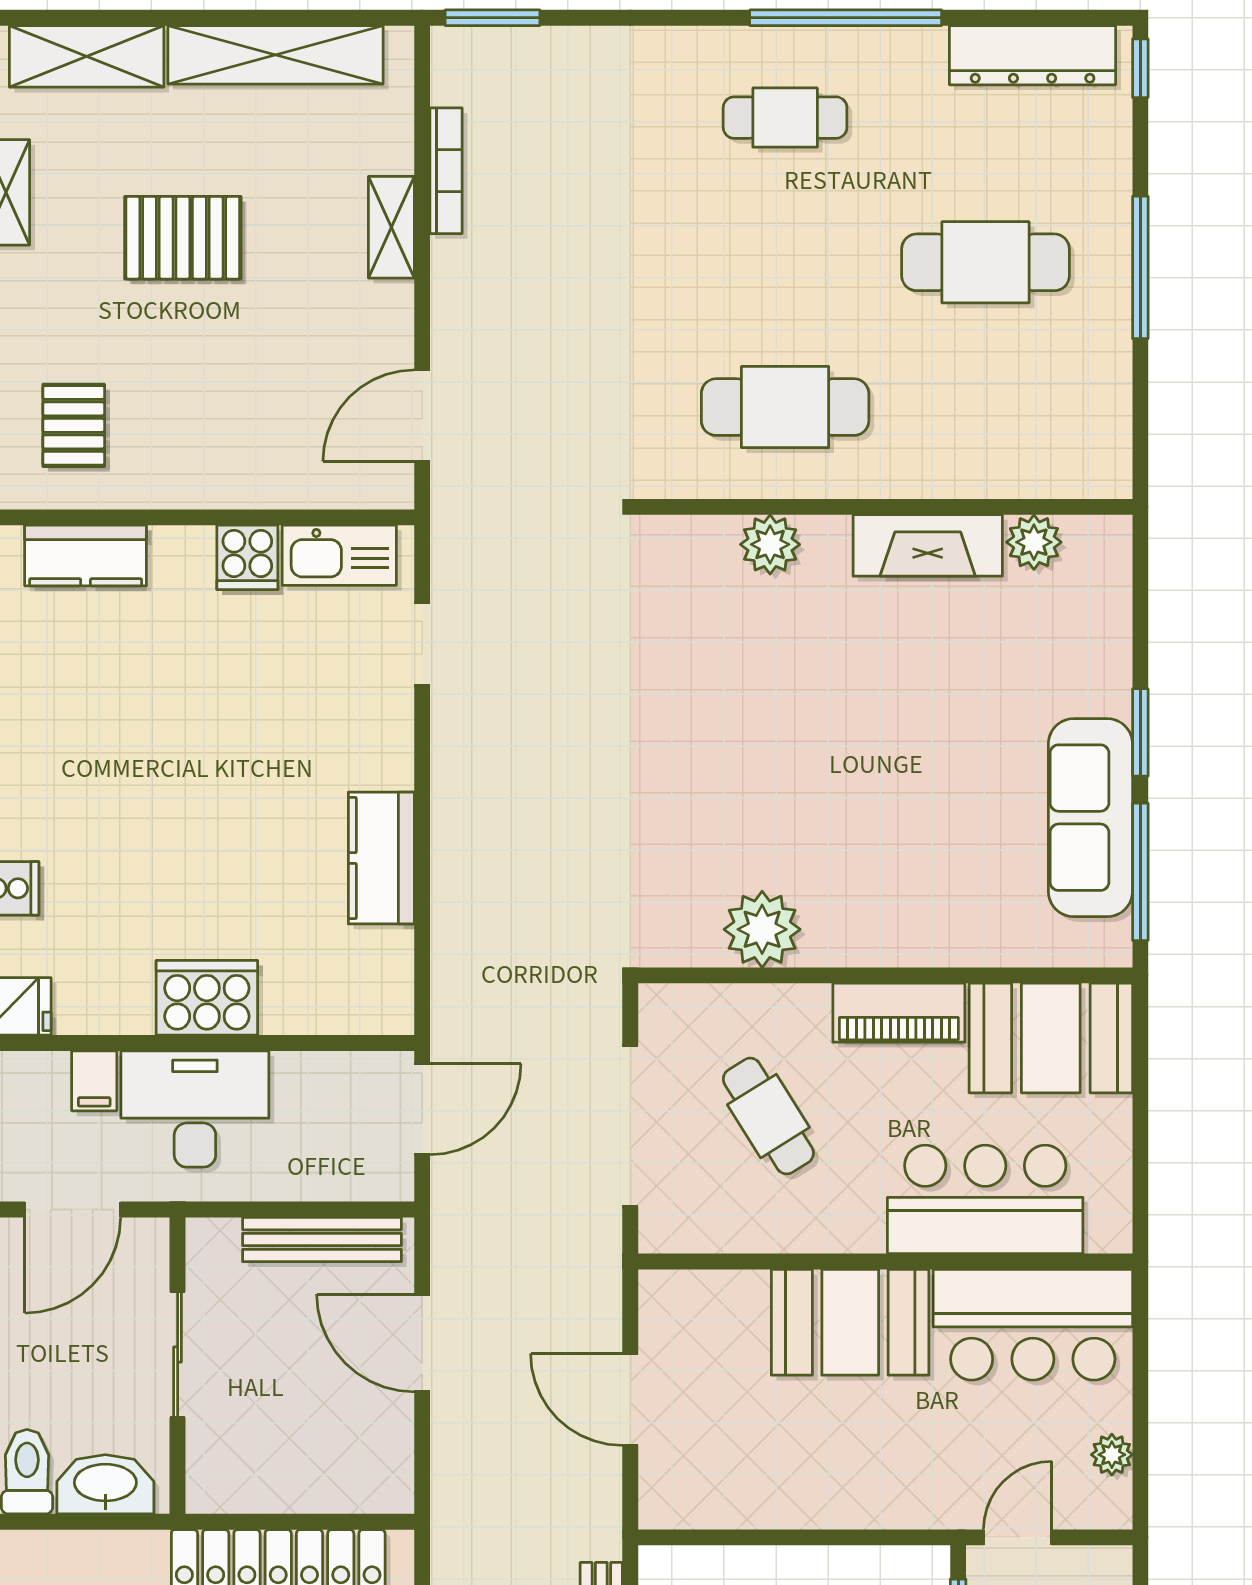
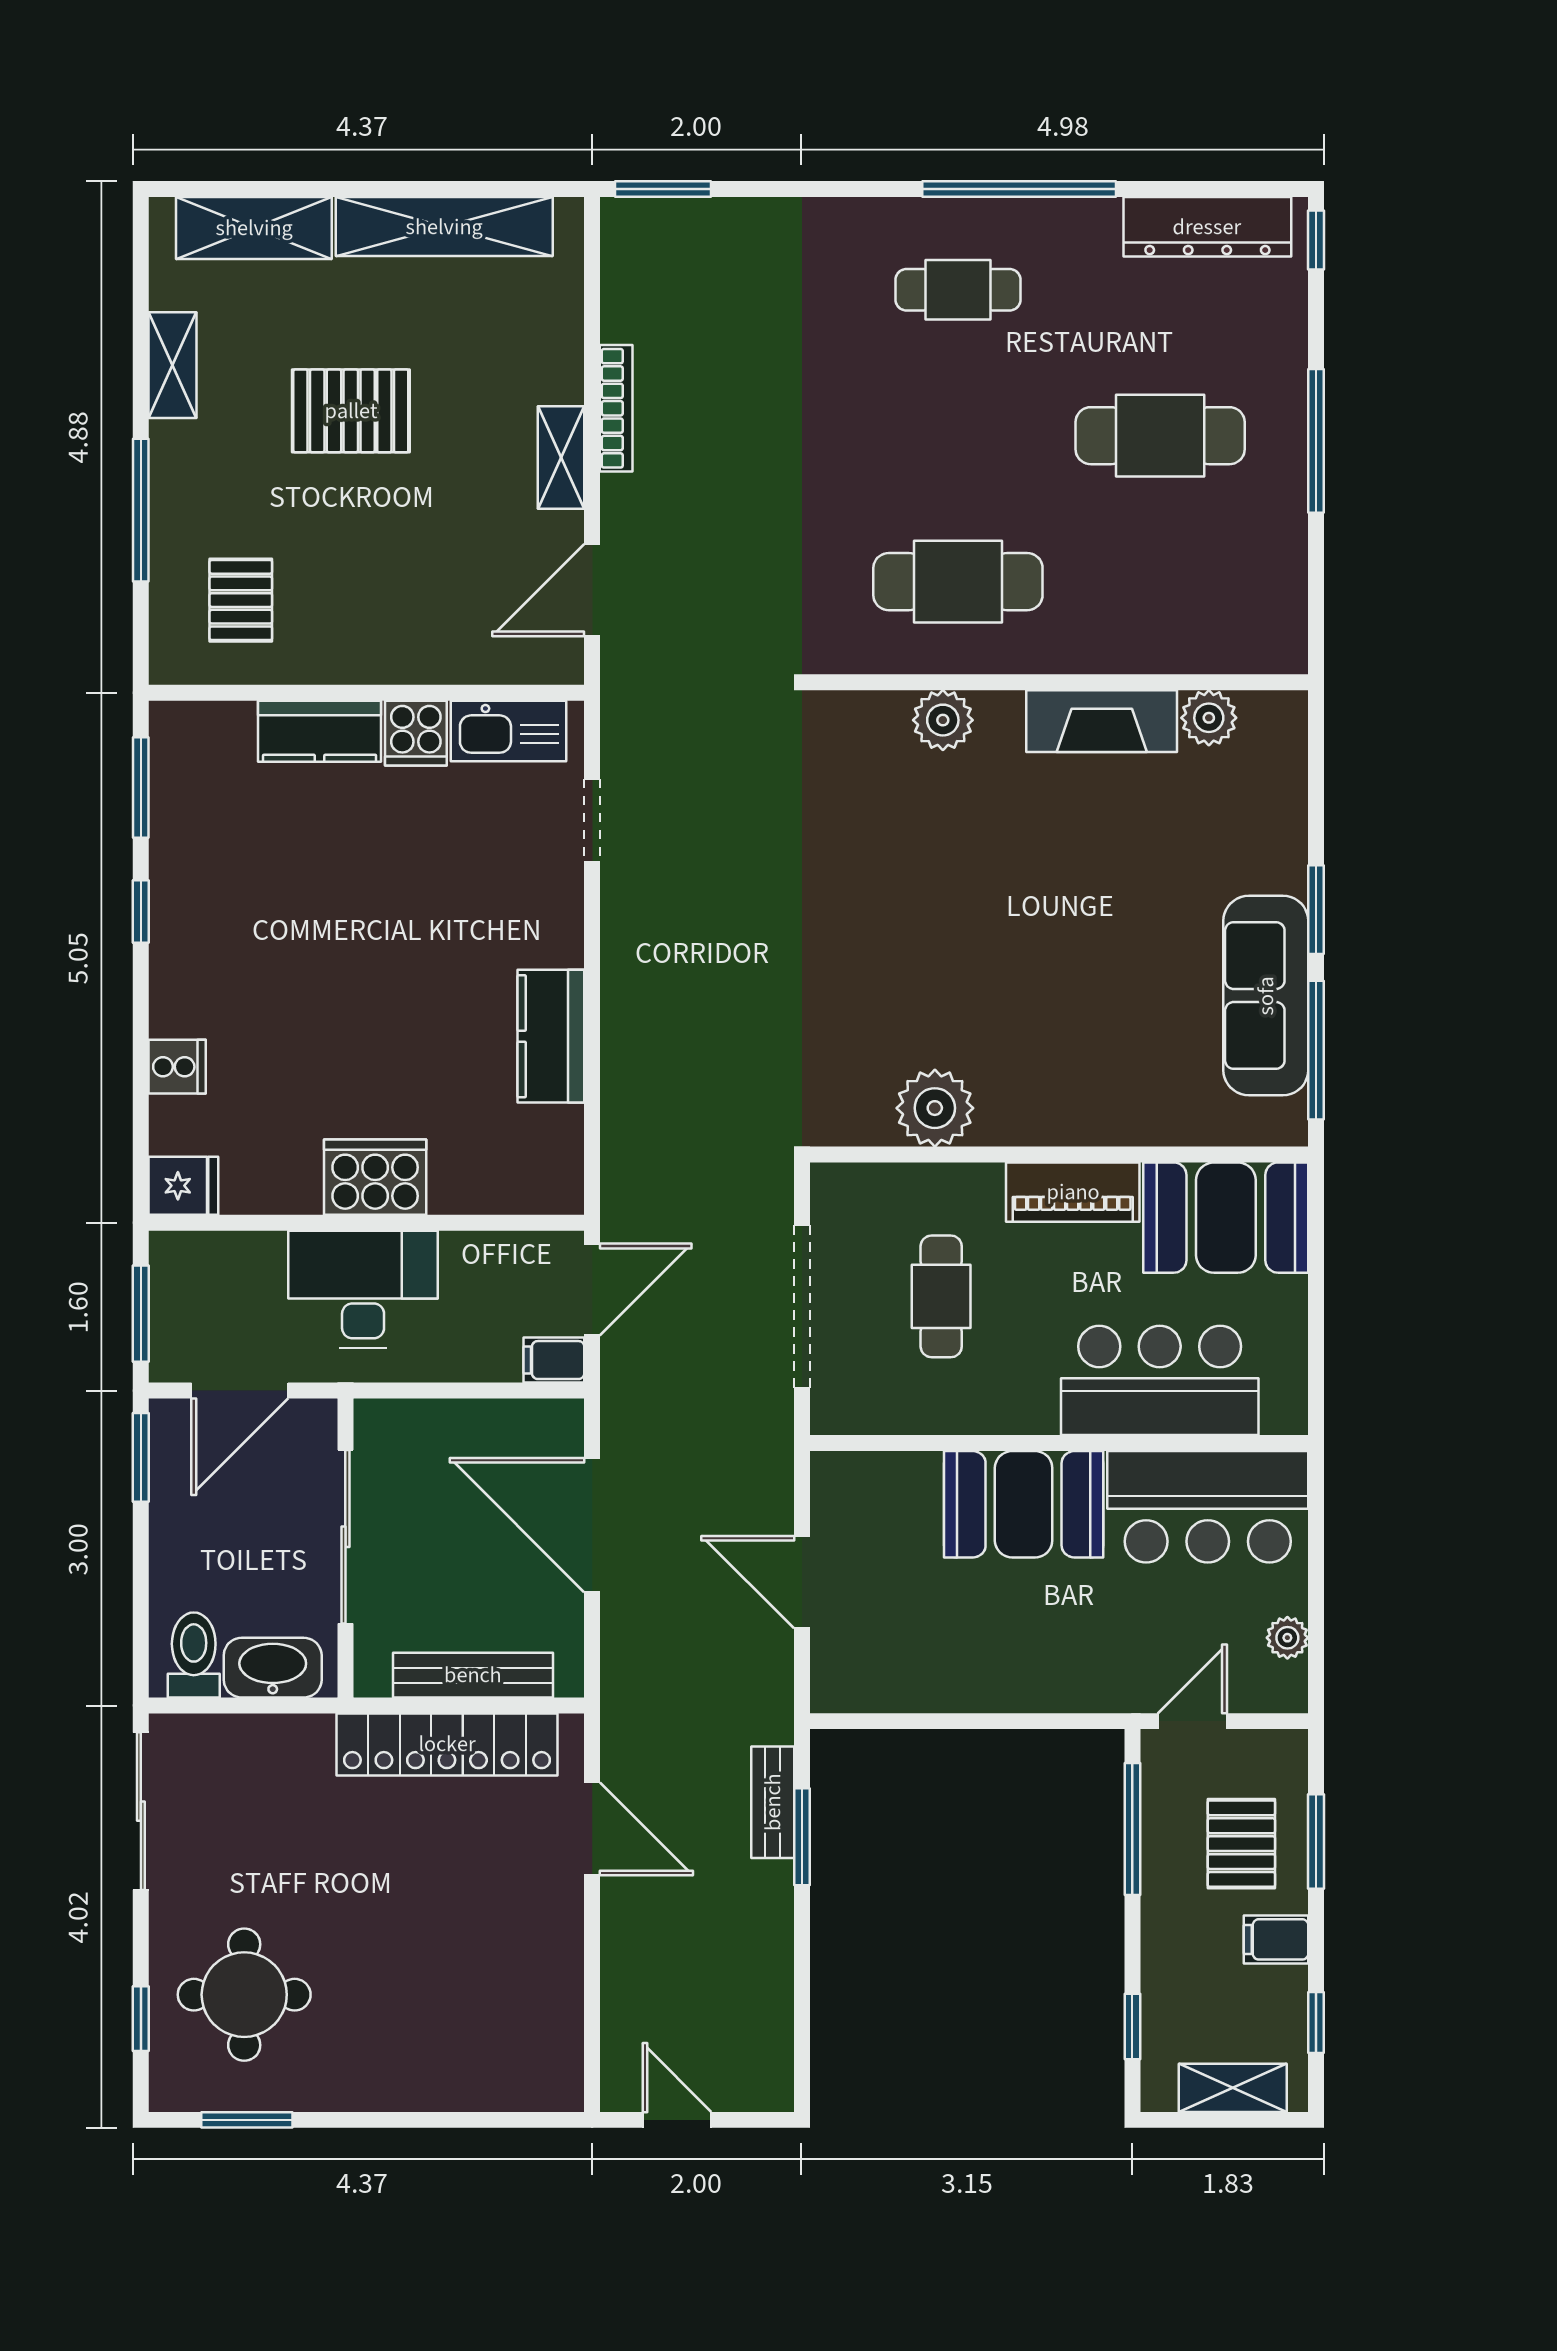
bookcase: (446, 171) -> (616, 408), moved
shelving: (391, 227) -> (561, 458), moved
kitchen counter: (86, 556) -> (320, 731), moved
filing cabinet: (94, 1081) -> (554, 1360), moved, turned 90
cafe table: (768, 1116) -> (941, 1296), turned 32
bench: (322, 1240) -> (473, 1675), moved
door: (422, 1343) -> (592, 1525), width x1.36
sliding door: (178, 1355) -> (345, 1537), width x1.37

